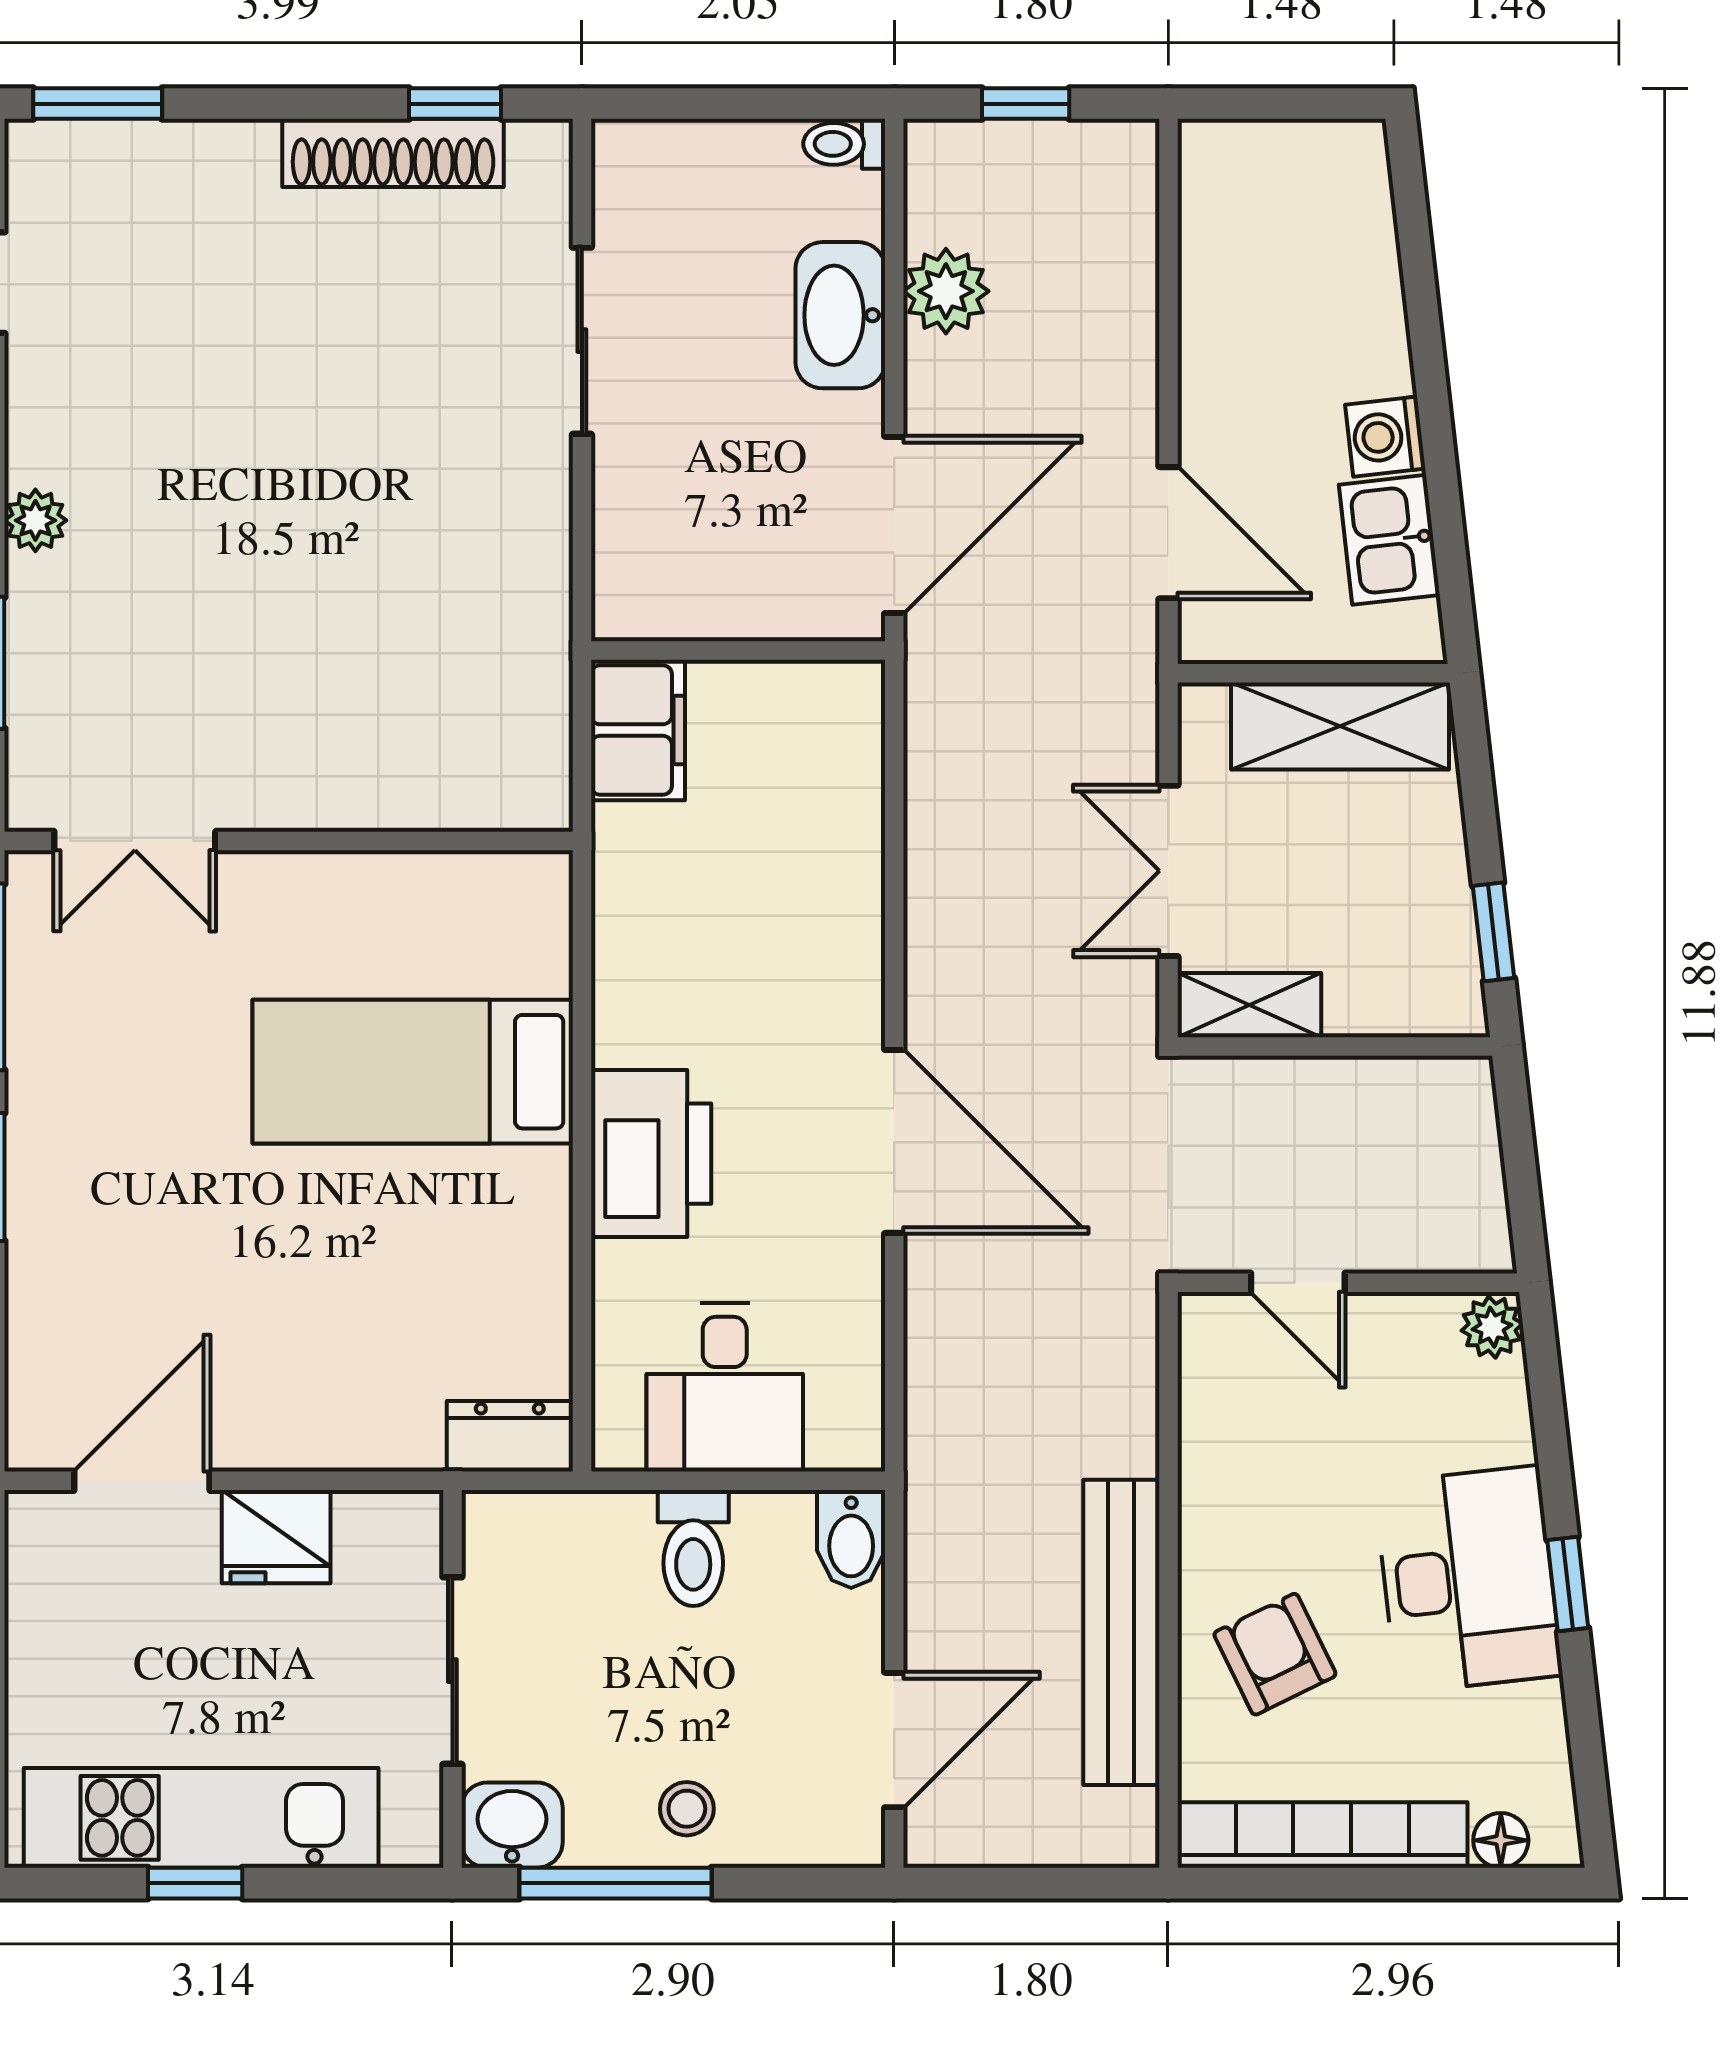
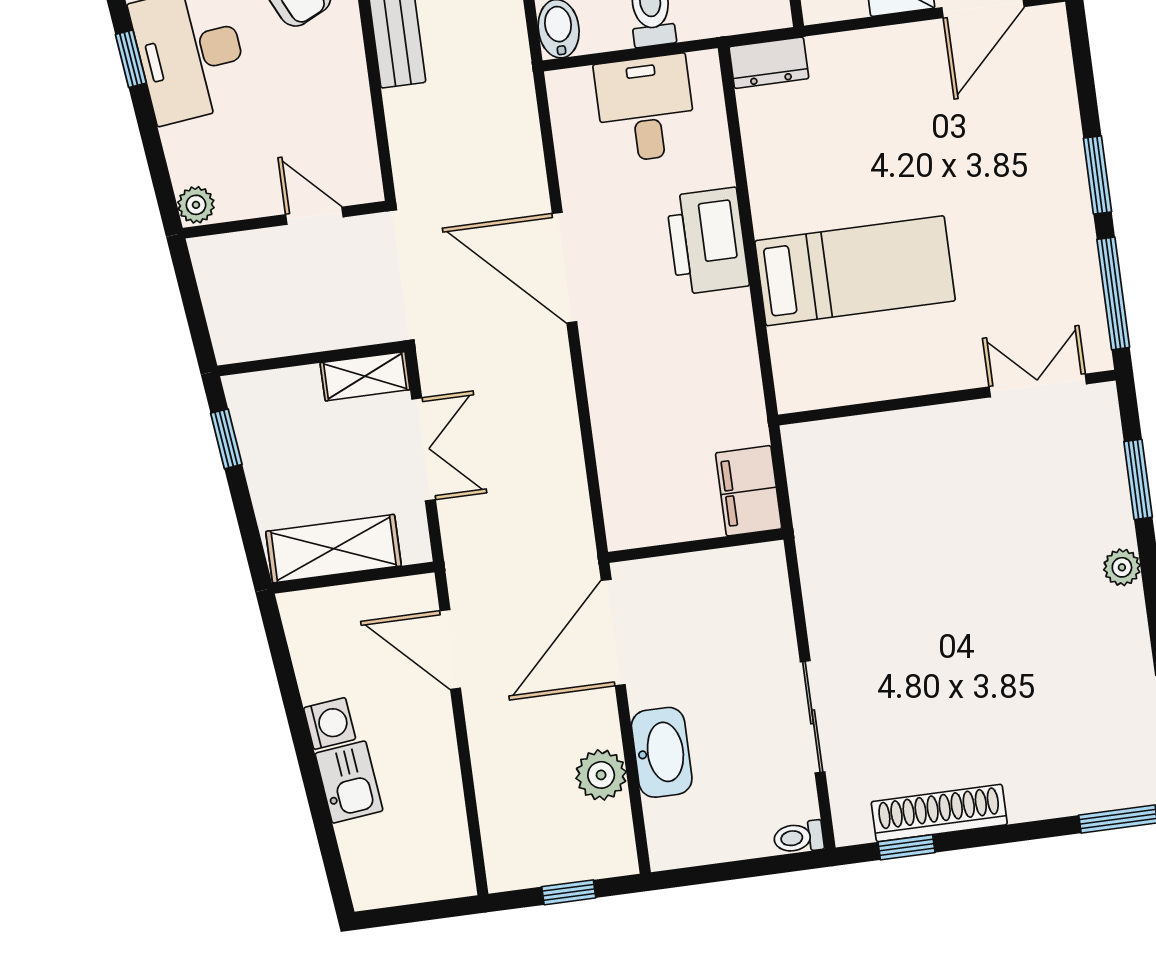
toilet: (844, 144) -> (799, 837), moved, turned 180
kitchen sink: (1389, 540) -> (349, 782), moved

